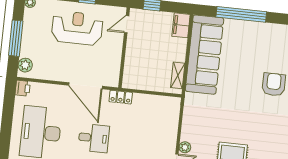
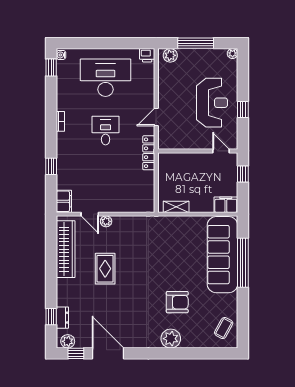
sofa: (205, 55) -> (222, 255), moved, turned 90
door: (85, 86) -> (156, 117), width x0.53
locker: (121, 97) -> (149, 153), width x1.53
desk: (94, 138) -> (106, 131), turned 180

